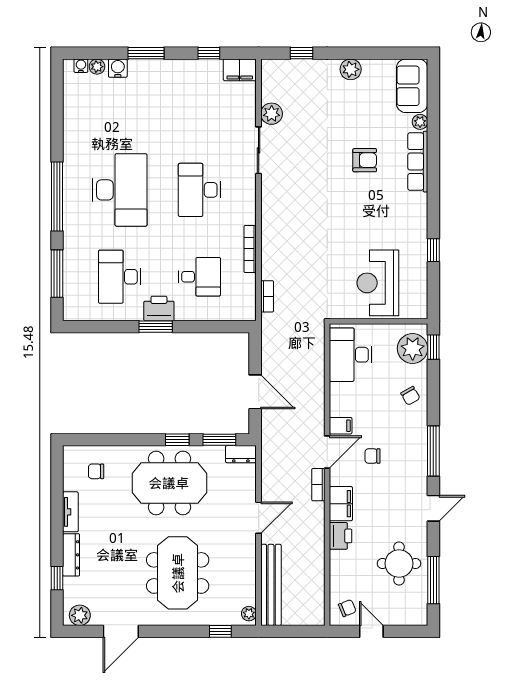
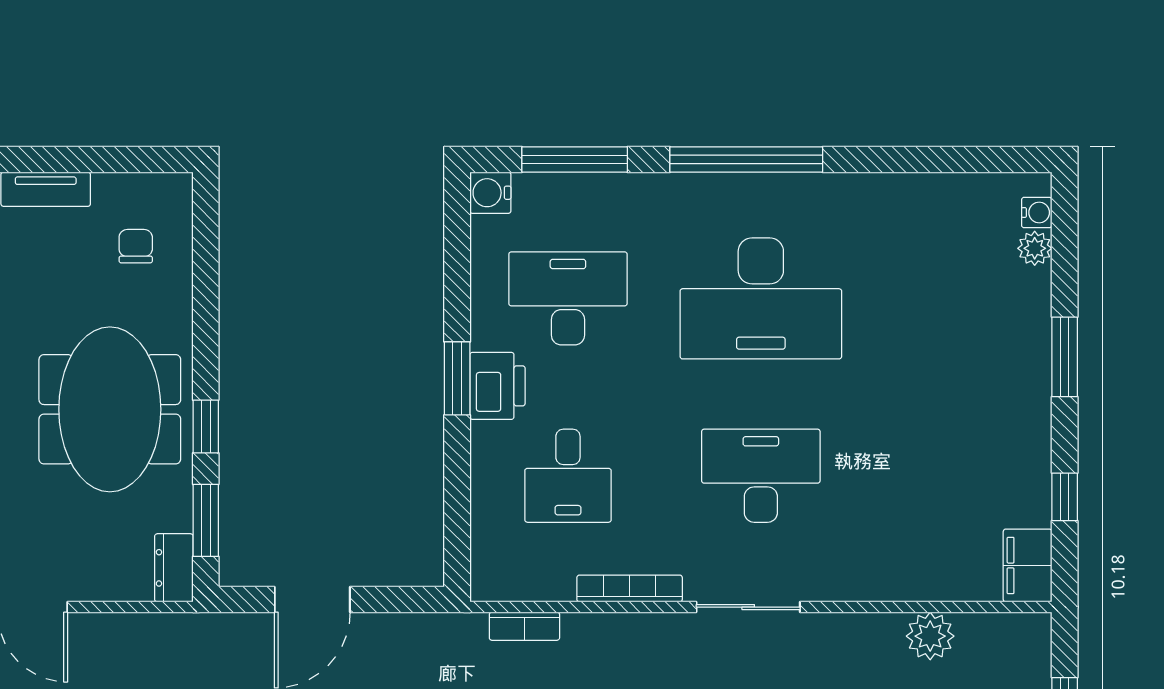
water cooler: (118, 68) -> (490, 193), moved, turned 180
sliding door: (259, 150) -> (748, 607), moved

